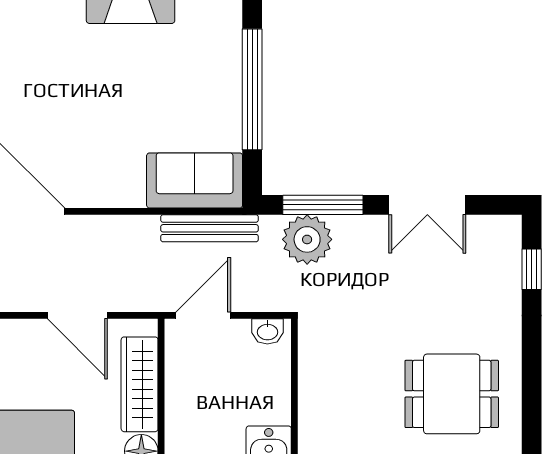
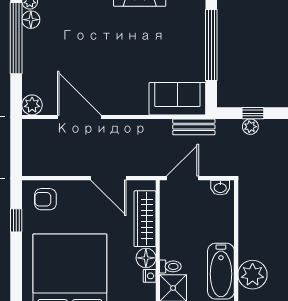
window: (323, 205) -> (253, 113), width x0.46
bench: (210, 228) -> (194, 127), width x0.73
plant: (307, 239) -> (250, 127), width x0.53, depth x0.53

